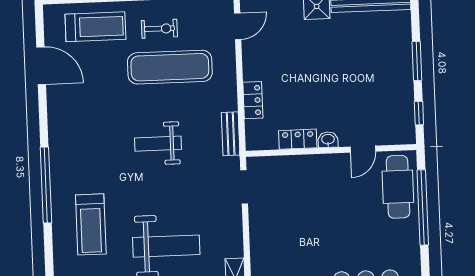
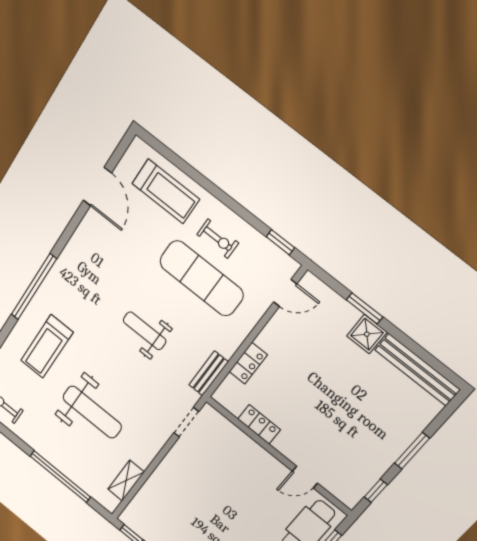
washbasin: (328, 140) -> (283, 446), removed

